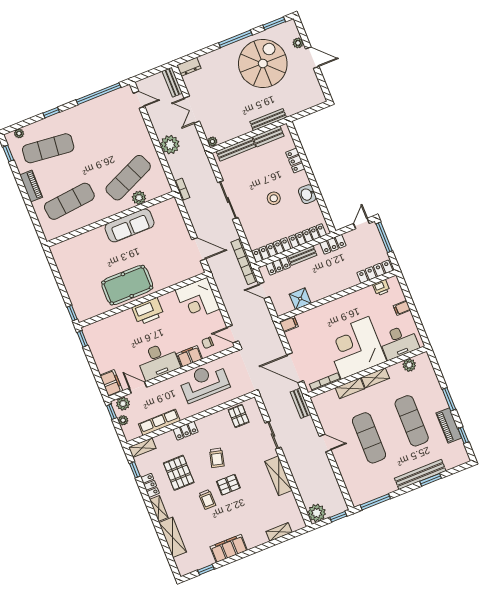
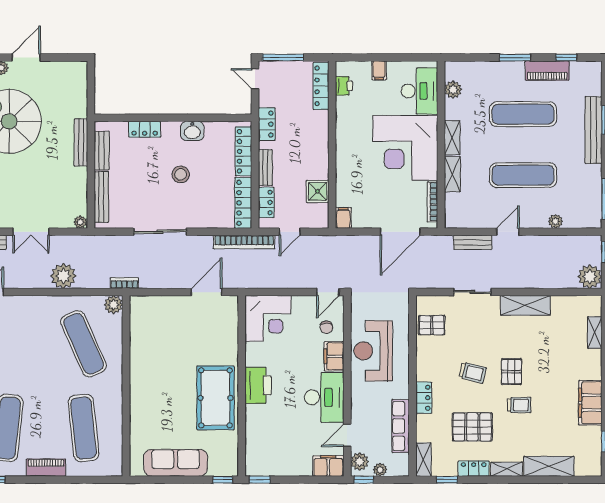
plant: (139, 198) -> (113, 305), moved
sofa: (130, 225) -> (176, 463), moved, turned -90
bench: (301, 403) -> (473, 242), moved
plant: (346, 473) -> (556, 221), added

